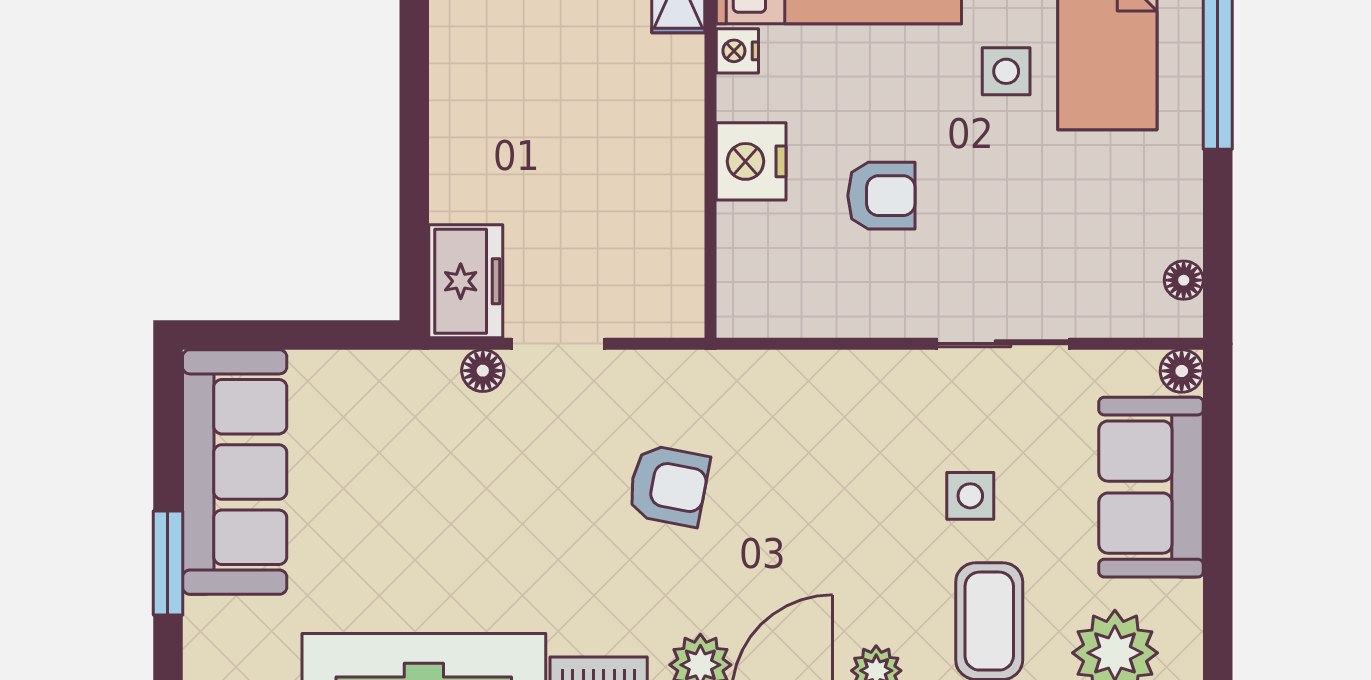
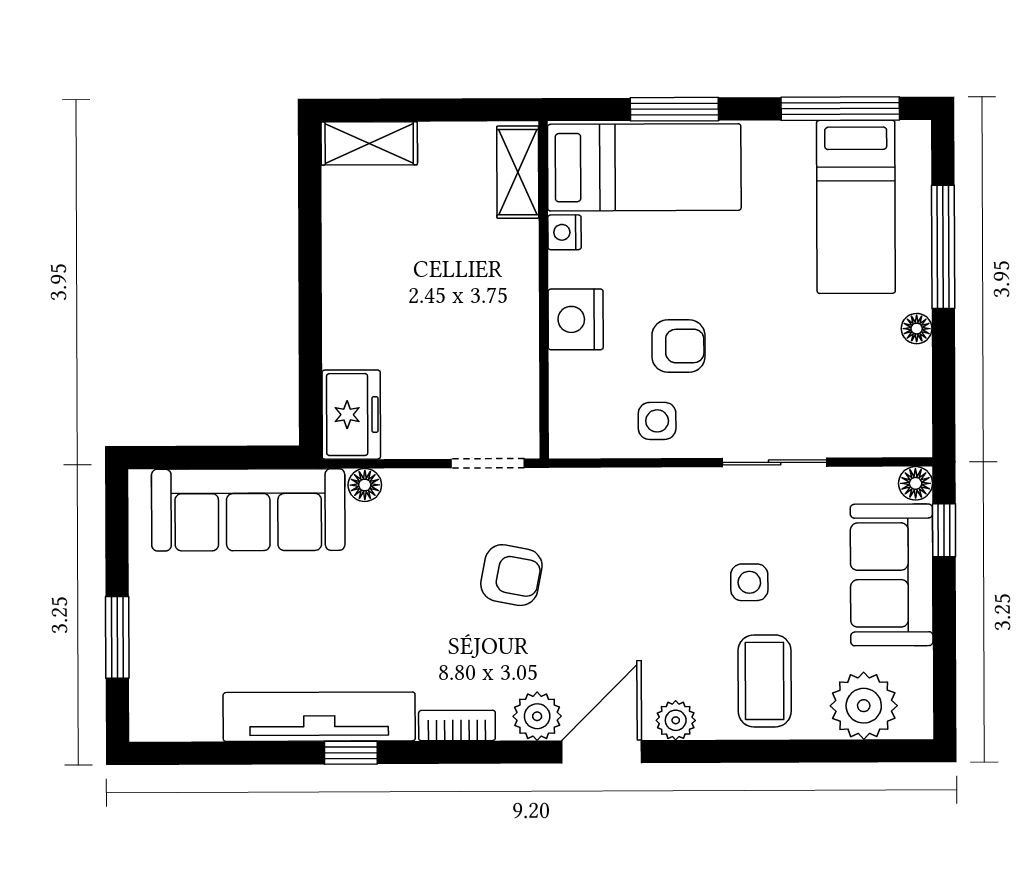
side table: (1006, 71) -> (657, 421), moved
floor lamp: (1184, 280) -> (917, 329), moved
doorway: (558, 344) -> (488, 463), moved
window: (1218, 431) -> (944, 530), added
sofa: (235, 472) -> (248, 510), moved, turned 90

